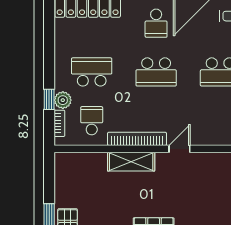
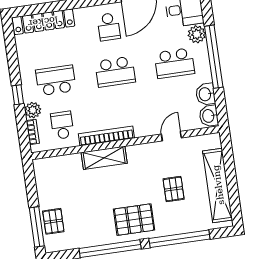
window: (49, 99) -> (18, 95), moved
door: (180, 149) -> (171, 136), moved
pallet: (200, 205) -> (174, 189), added

